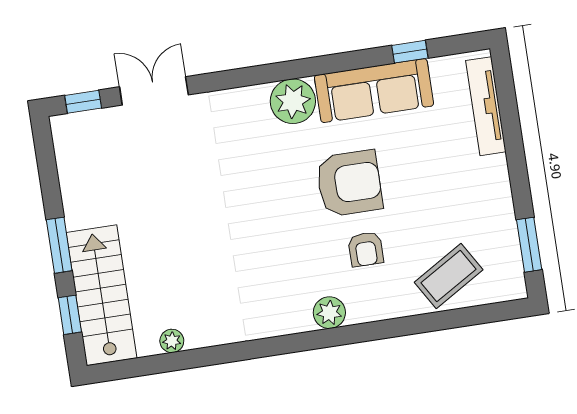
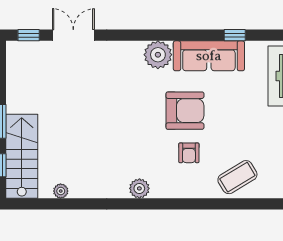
plant: (329, 313) -> (139, 188), moved

